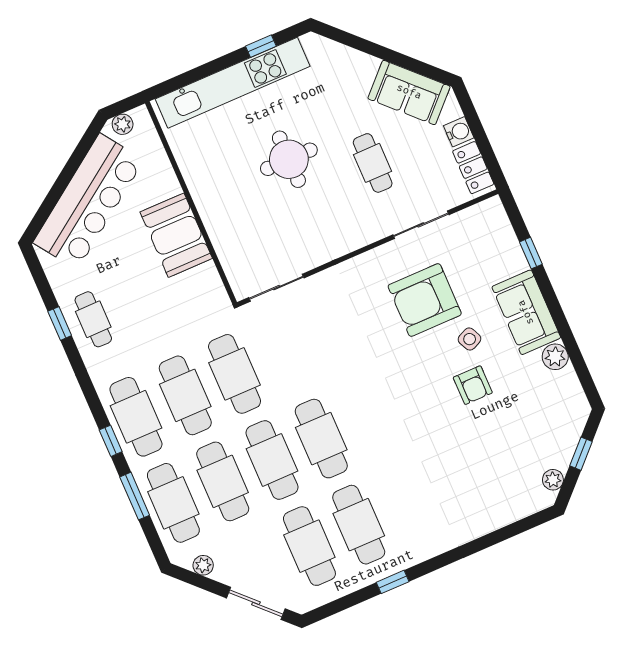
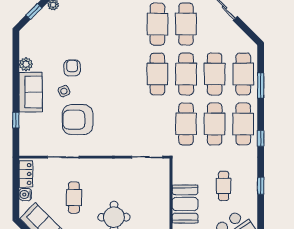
armchair: (425, 300) -> (78, 120), turned 180
cafe table: (93, 319) -> (224, 186), moved
window: (111, 441) -> (261, 138), moved
plant: (203, 565) -> (242, 37), removed

